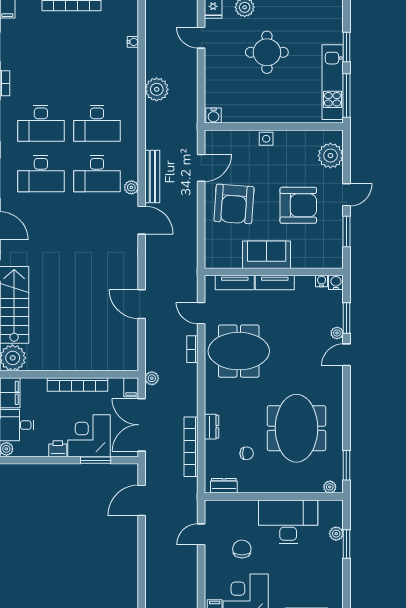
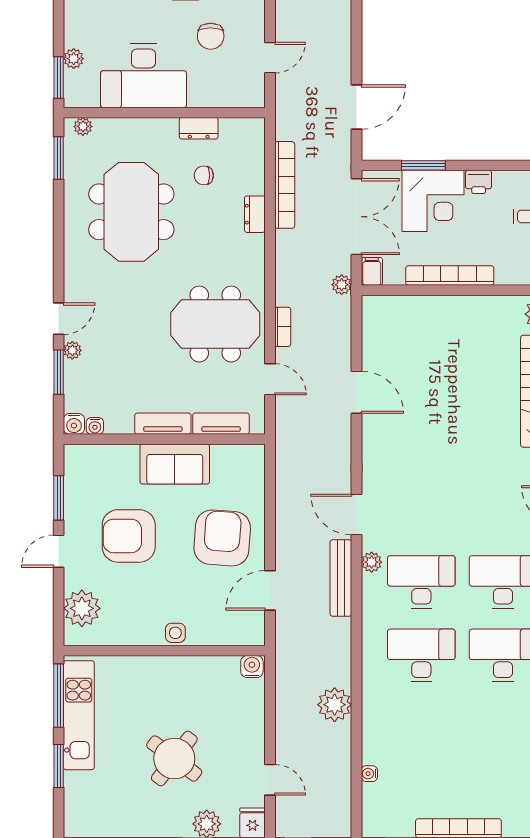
round table: (267, 52) -> (174, 759), turned 37
dresser: (224, 486) -> (199, 128), moved
window: (346, 544) -> (59, 77), moved

